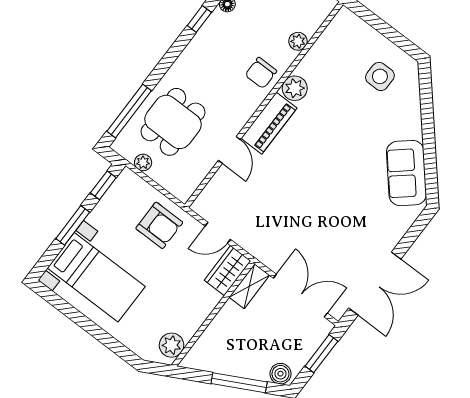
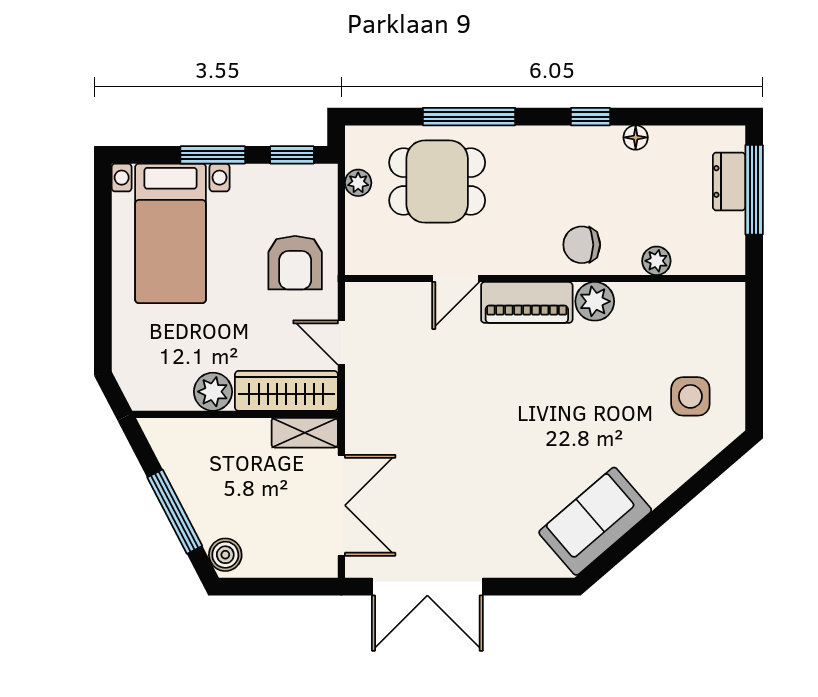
window: (129, 111) -> (469, 117), moved
wardrobe: (228, 271) -> (286, 391), width x1.50
plant: (172, 345) -> (213, 392), moved
window: (321, 354) -> (289, 587), removed

